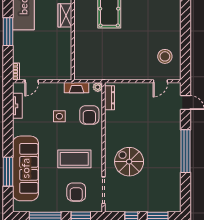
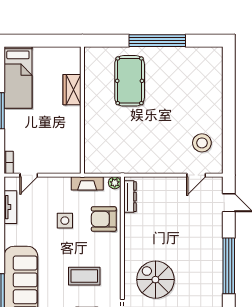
armchair: (89, 115) -> (104, 219), turned 90
coffee table: (74, 159) -> (84, 276), width x0.73, depth x0.76

